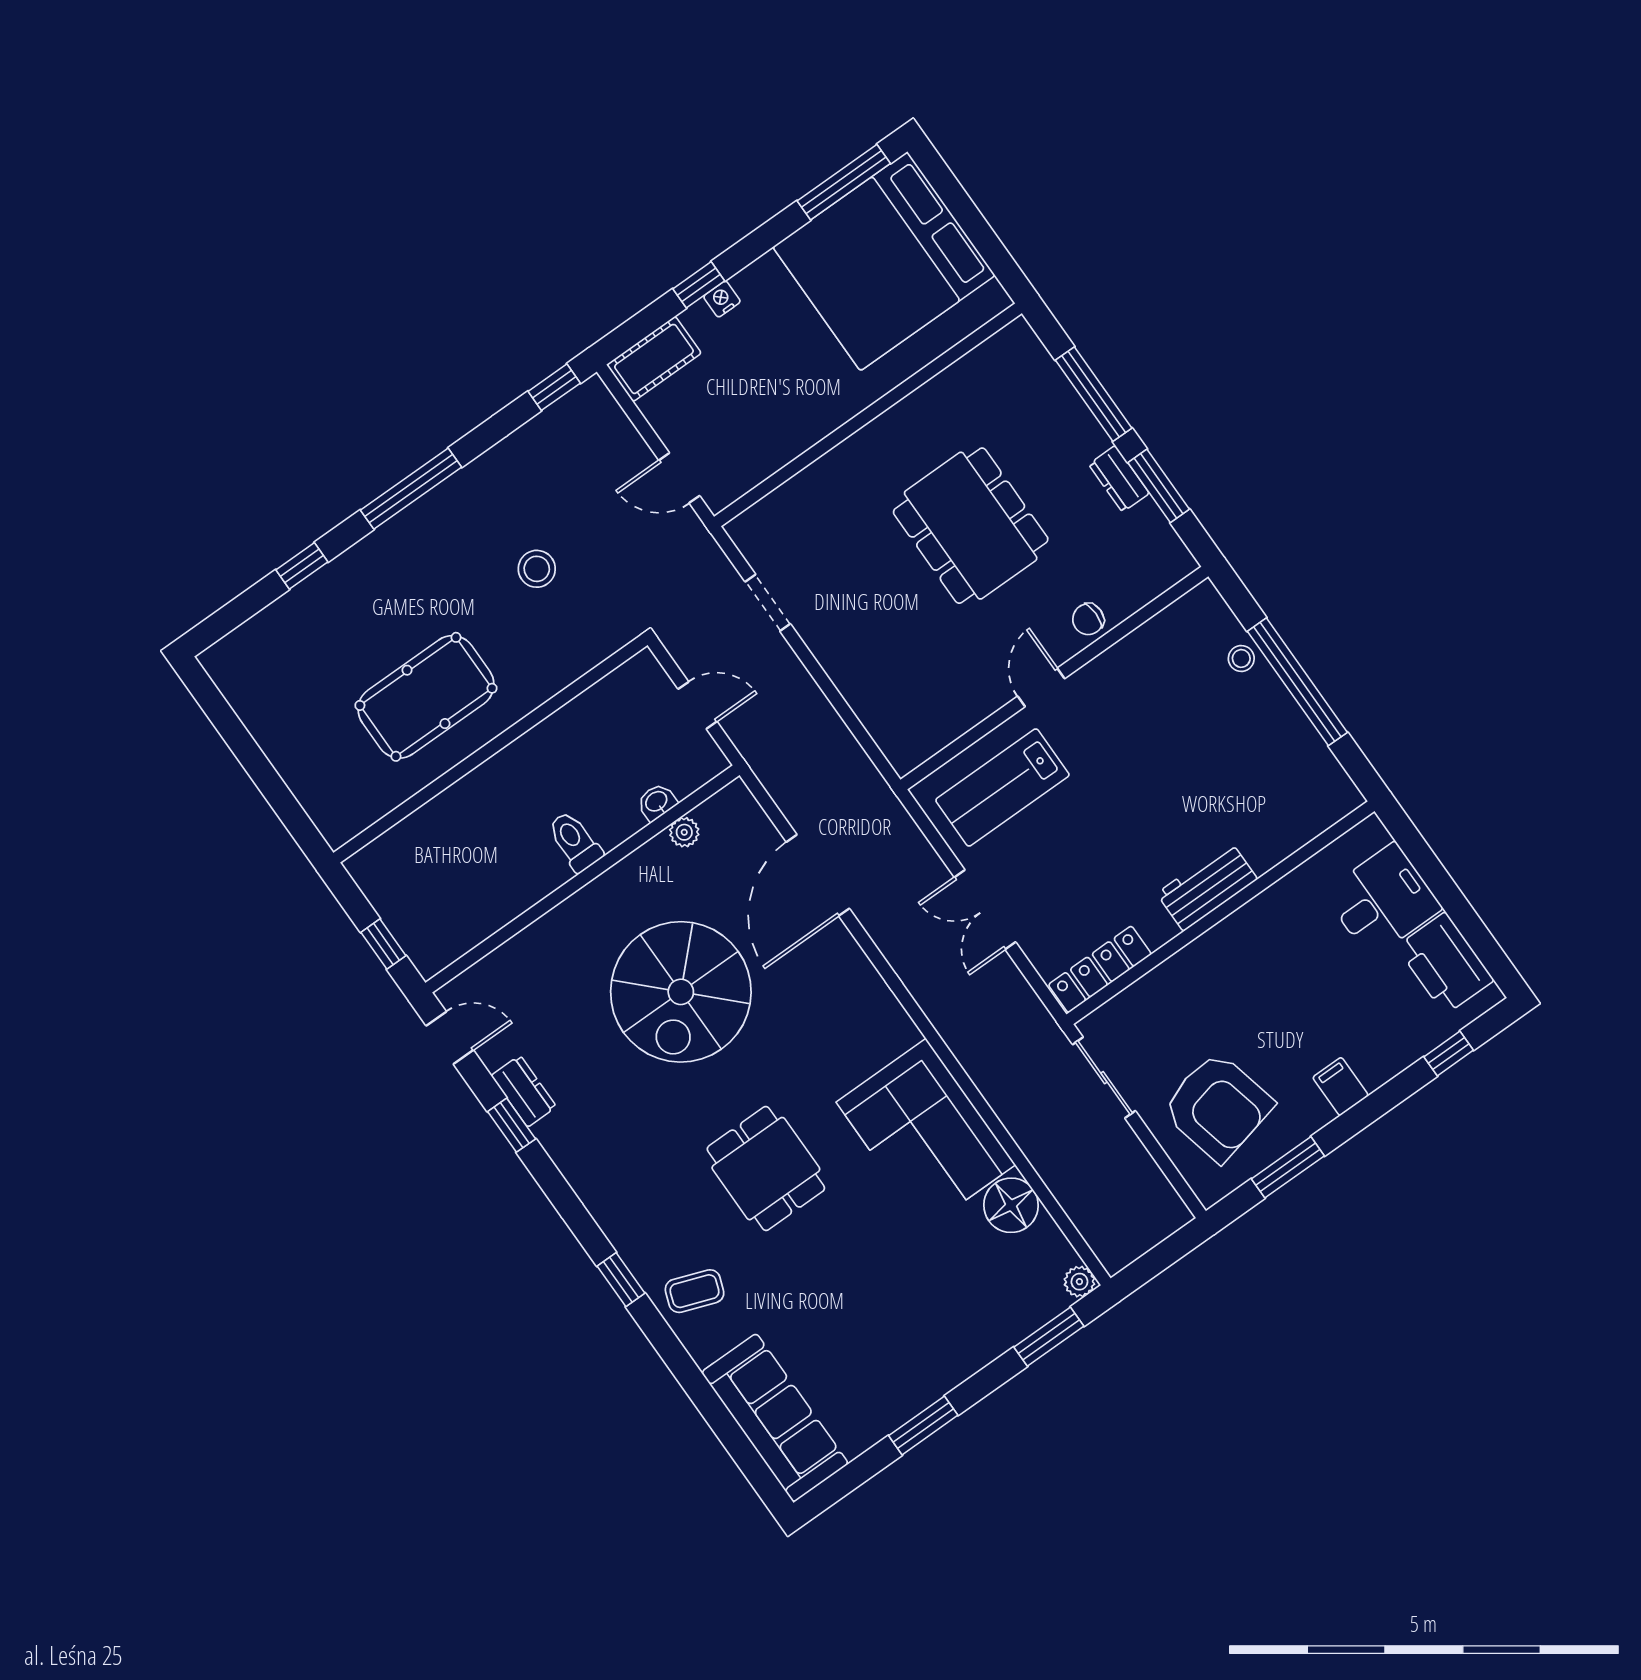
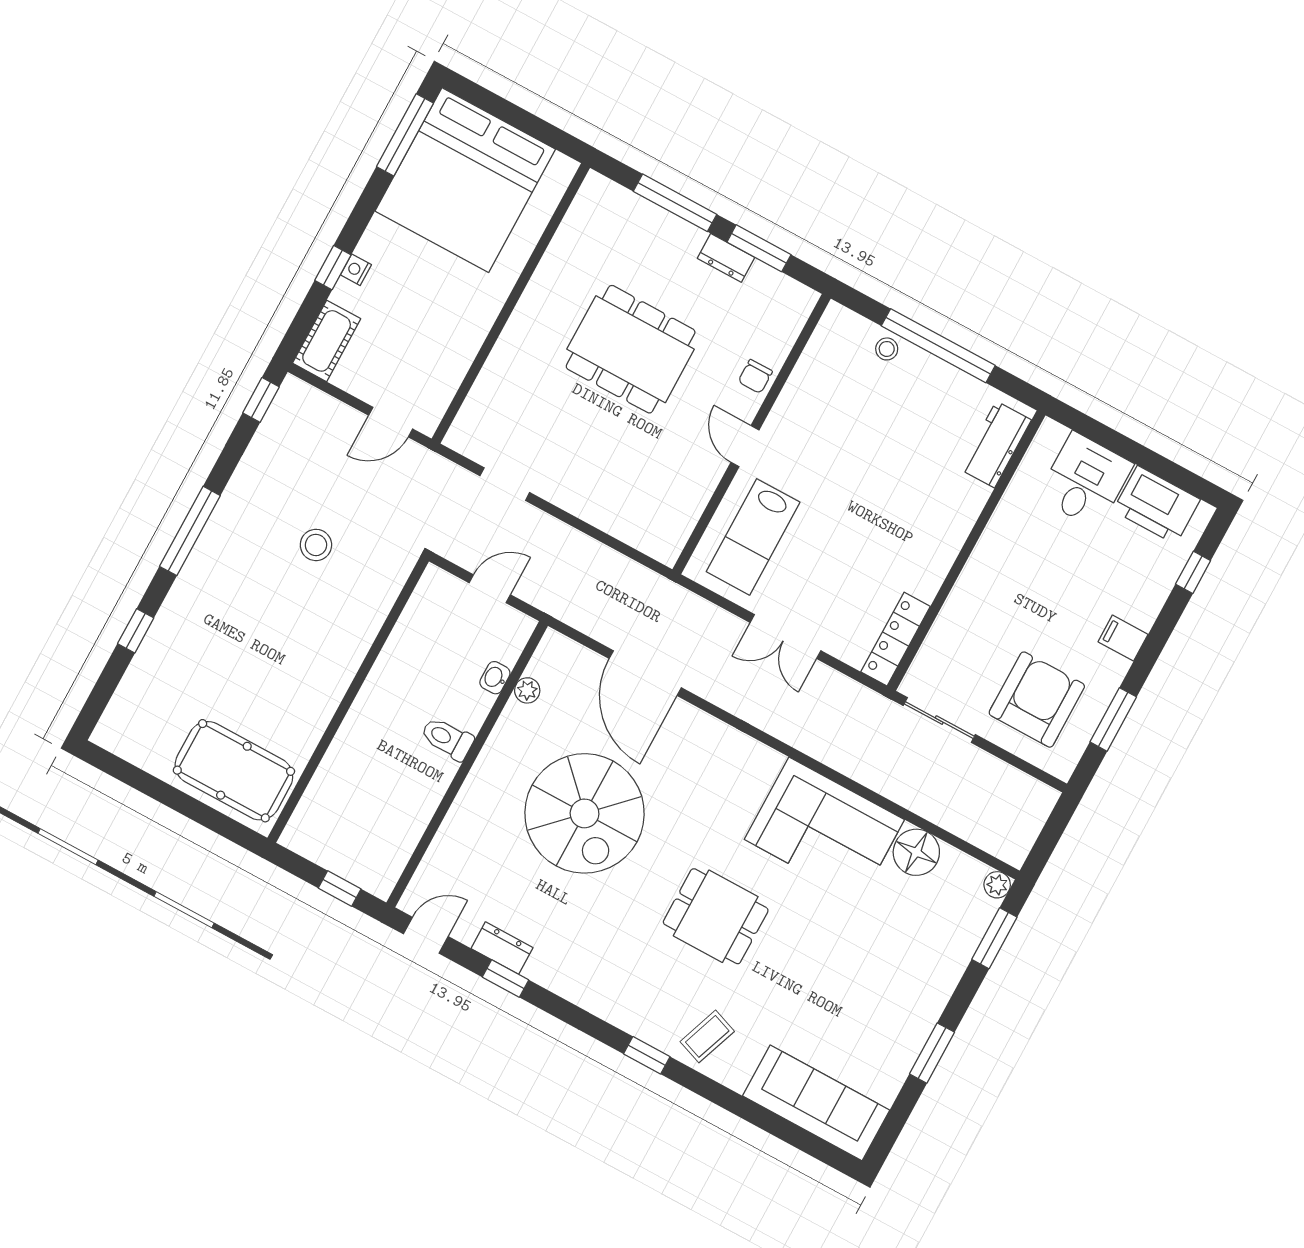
pool table: (426, 697) -> (234, 771), moved, turned 90
workbench: (1207, 886) -> (995, 444), moved
armchair: (1218, 1107) -> (1037, 700), turned -77

